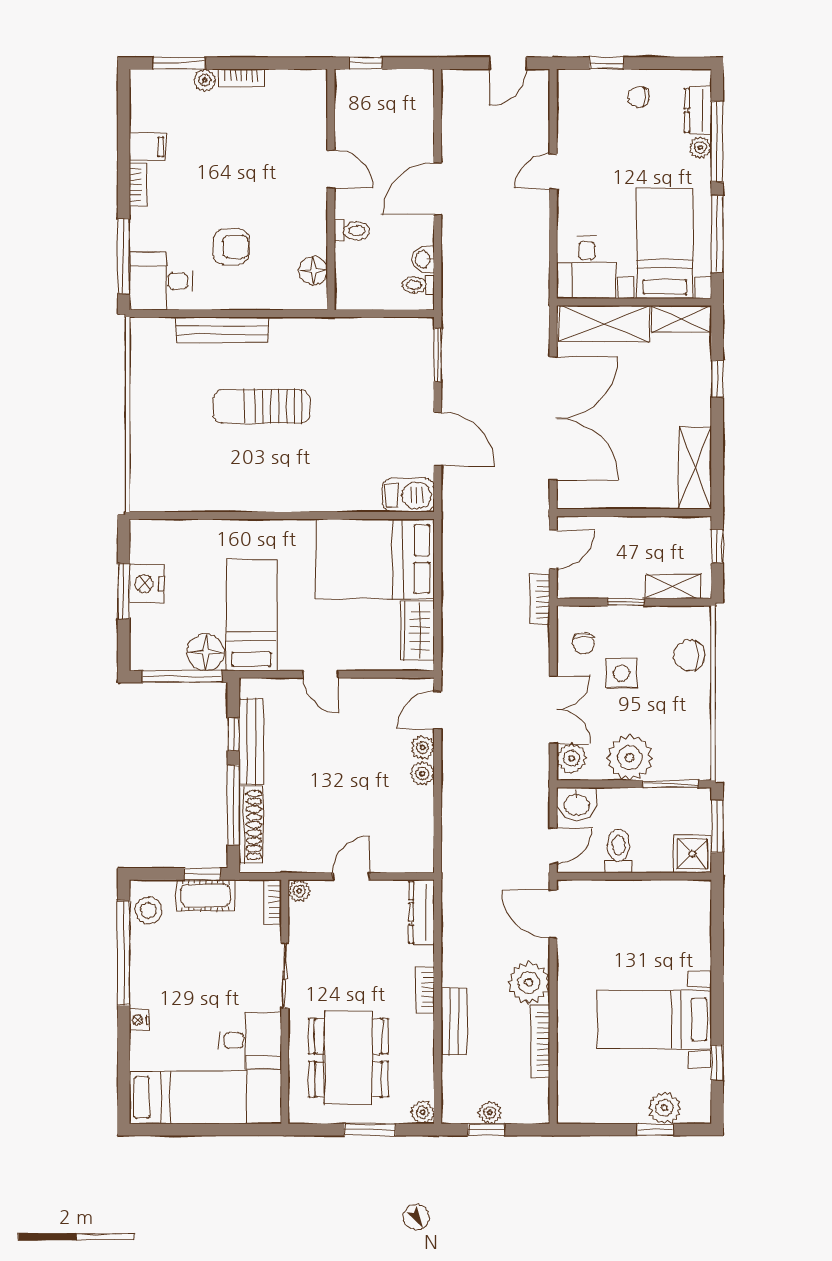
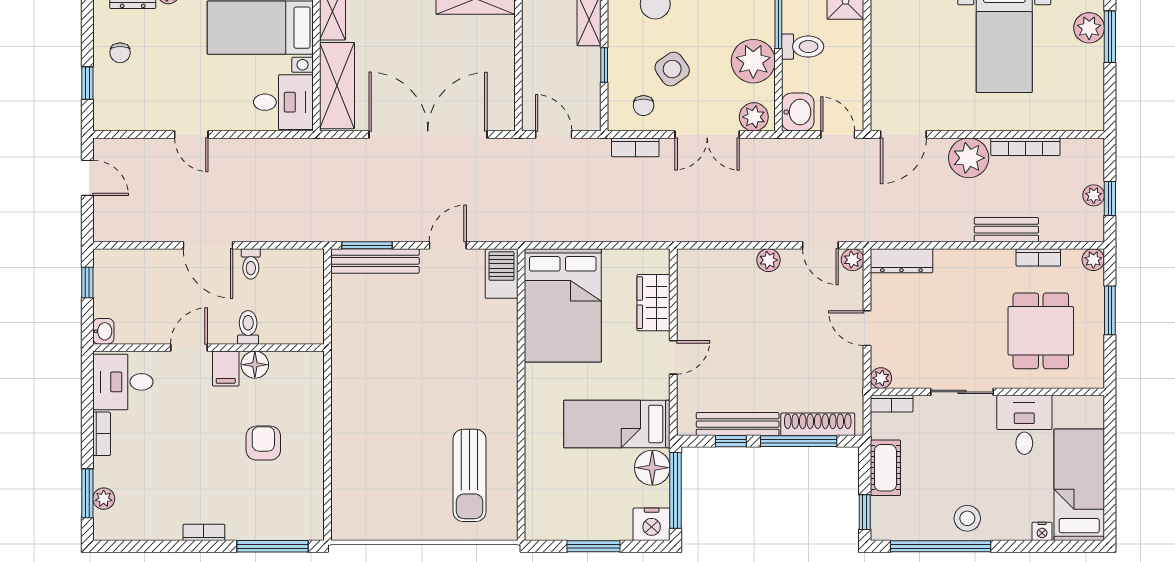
window: (366, 63) -> (87, 283), moved
plant: (205, 80) -> (104, 499), moved
filing cabinet: (148, 147) -> (226, 368), moved, turned 180
washbasin: (423, 259) -> (103, 331), moved, turned -90
floor lamp: (313, 271) -> (255, 365), moved
desk: (161, 281) -> (123, 382), moved, turned 90
toilet: (418, 285) -> (251, 264), moved
bench: (222, 330) -> (375, 261), moved, turned 90
sun lounger: (262, 406) -> (469, 475), moved
door: (438, 439) -> (448, 245), width x0.73
nightstand: (147, 584) -> (652, 524), moved
bookcase: (540, 599) -> (635, 147), moved
wardrobe: (417, 631) -> (654, 303), moved, turned 90
chair: (583, 643) -> (644, 106), turned 90
side table: (621, 673) -> (672, 69), turned -35
double door: (553, 709) -> (707, 135), swing flipped
door: (438, 710) -> (820, 245), moved
plant: (423, 748) -> (853, 260), moved
toilet: (618, 851) -> (803, 47), moved, turned 180
window: (202, 874) -> (865, 512), moved
stool: (148, 910) -> (967, 518), moved
bookcase: (425, 990) -> (1038, 257), moved
nightstand: (139, 1020) -> (1042, 531), moved
dining table: (348, 1058) -> (1041, 331), width x0.73
window: (655, 1130) -> (1110, 37), width x1.50

